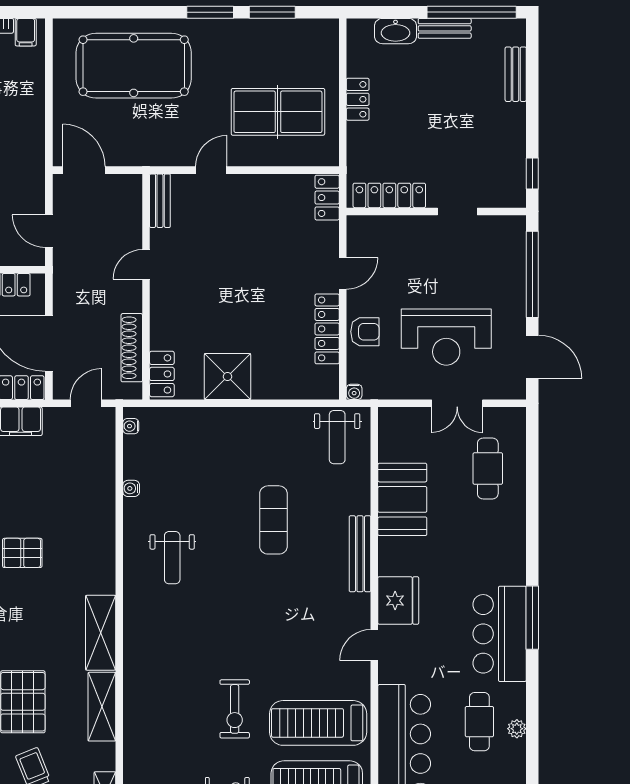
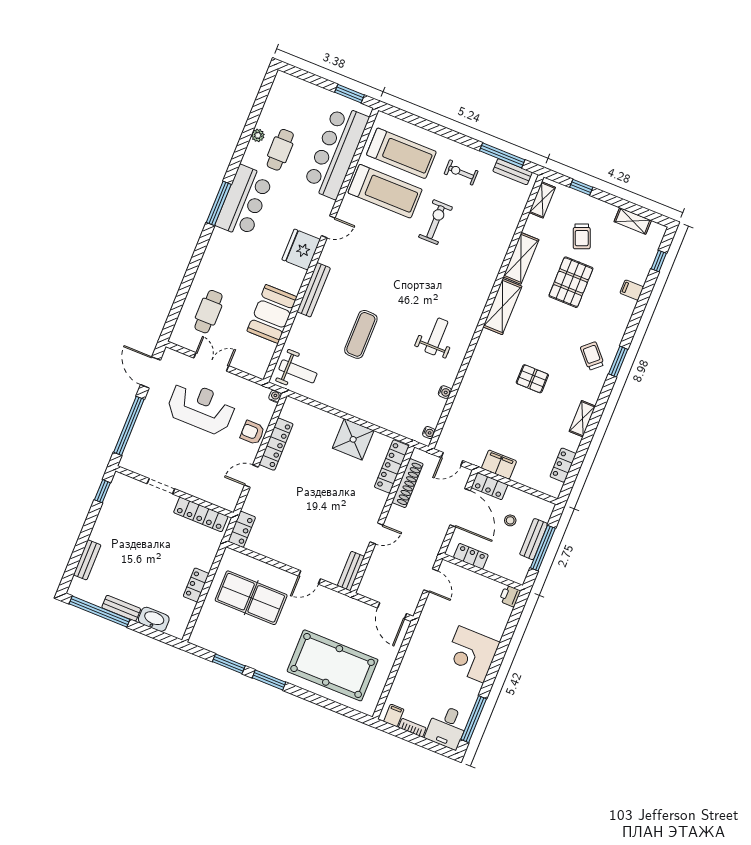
locker: (162, 374) -> (392, 466), width x1.53
weight bench: (337, 437) -> (298, 371), turned 90

